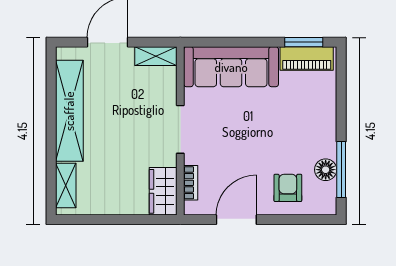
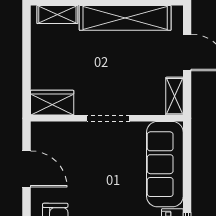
bookcase: (191, 183) -> (60, 128), removed

